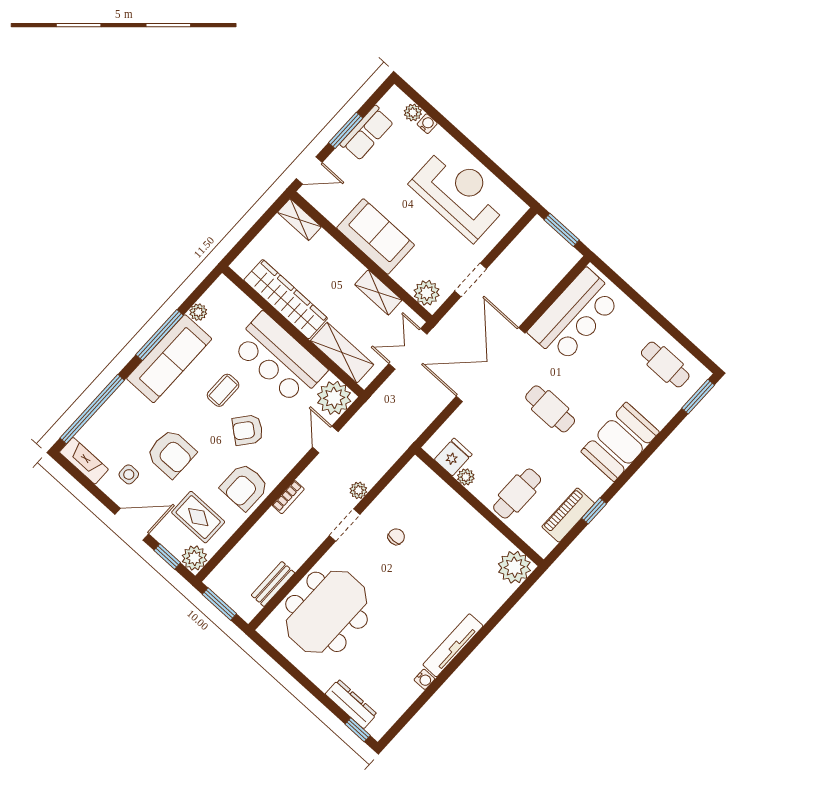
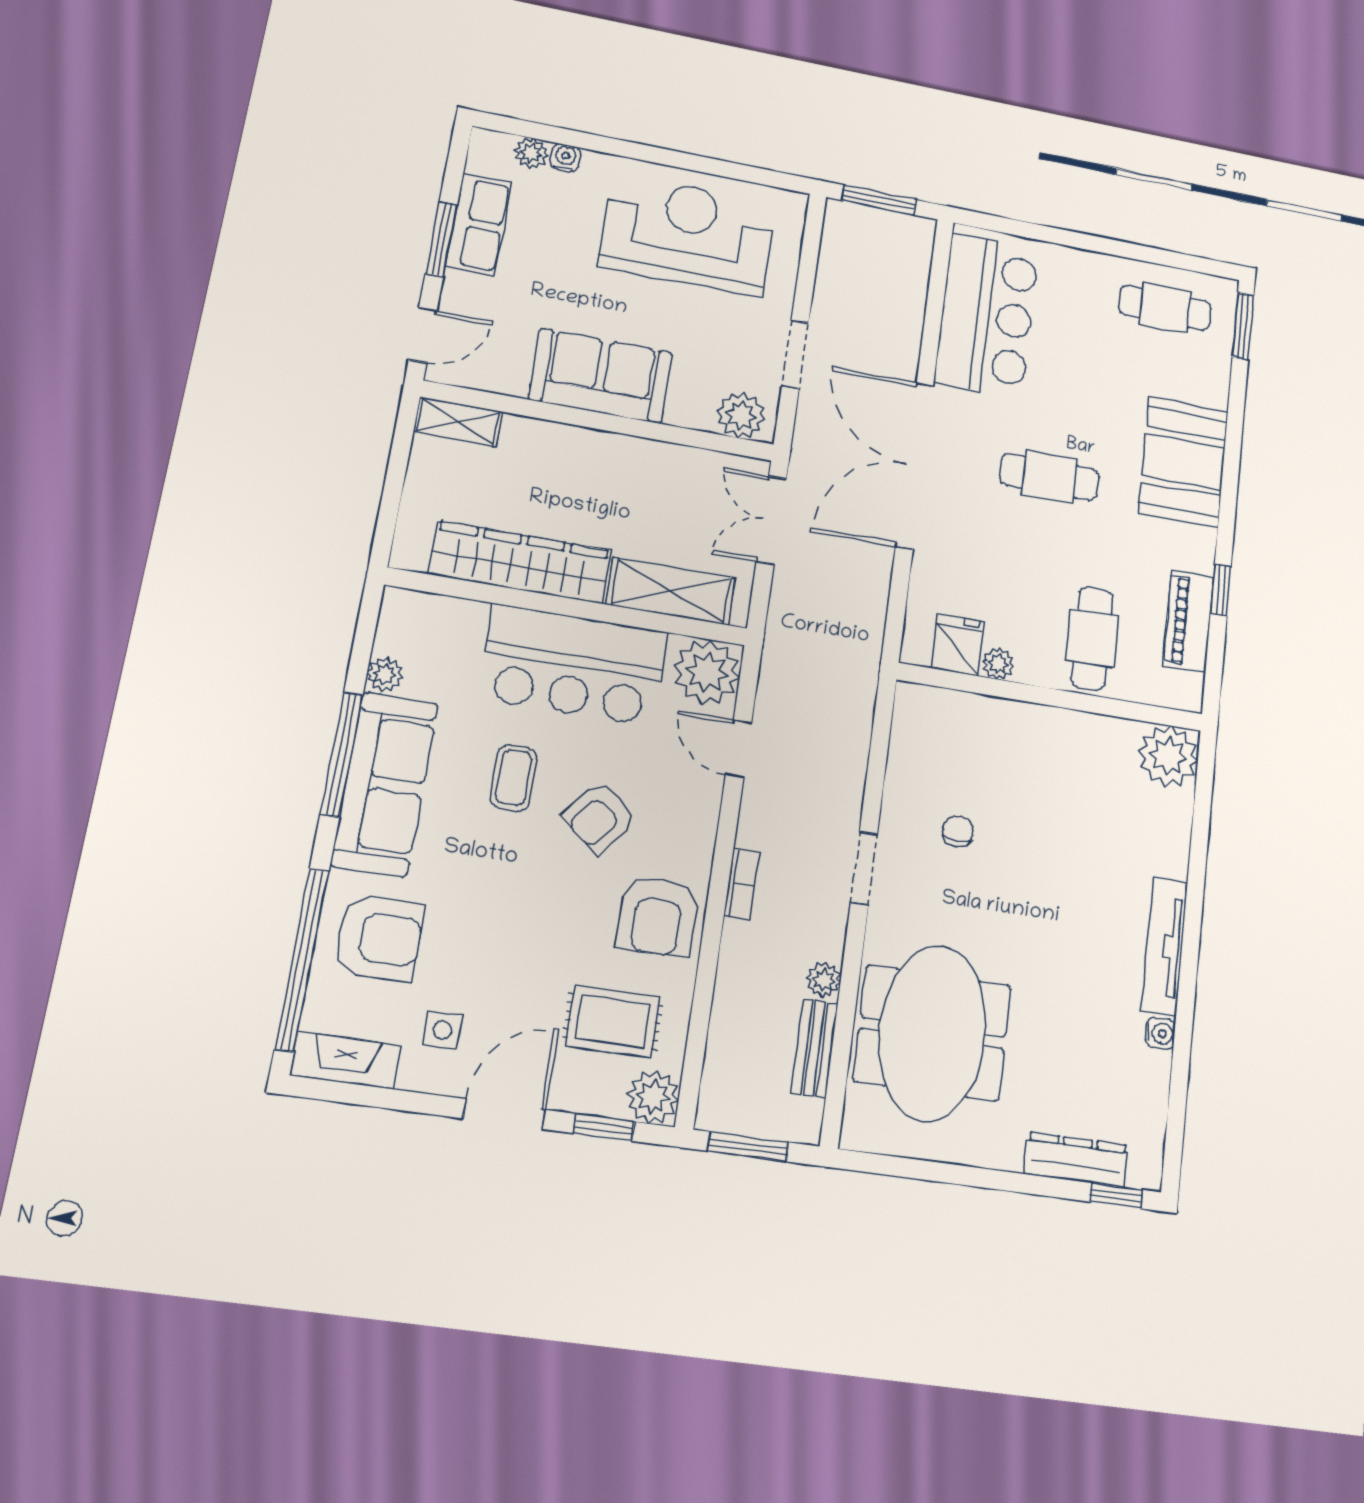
shelving: (378, 292) -> (664, 460), removed
armchair: (171, 453) -> (379, 938), moved
plant: (358, 490) -> (824, 980), moved

